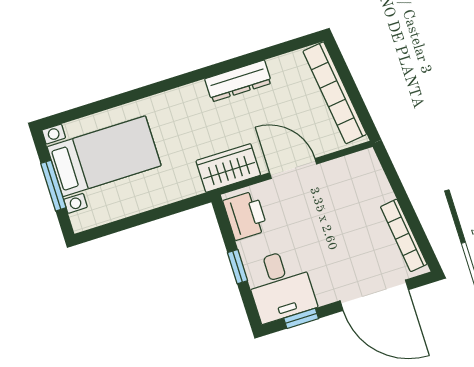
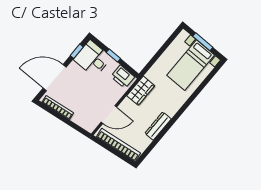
door: (293, 168) -> (109, 115), moved

